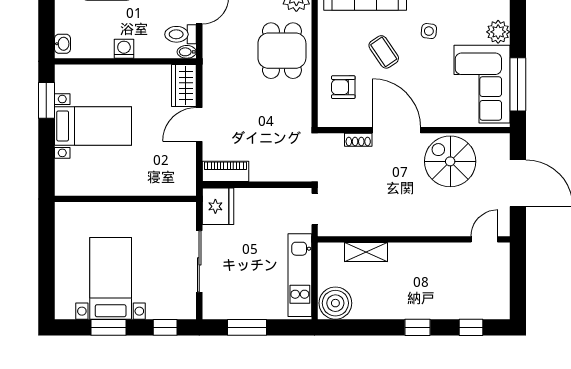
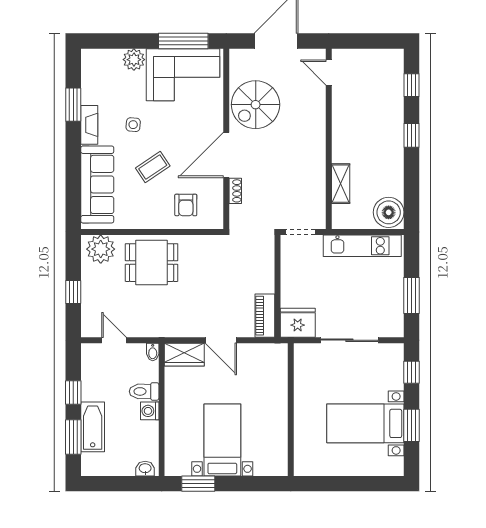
toilet: (181, 34) -> (144, 391), moved, turned 90

